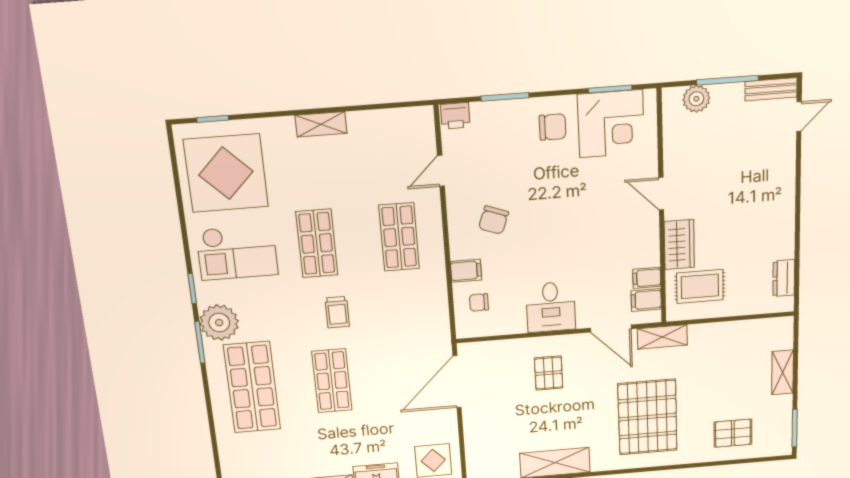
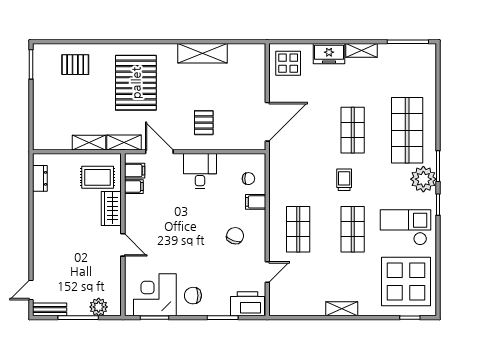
printer: (455, 116) -> (248, 304), width x1.87, depth x1.48
shelving: (782, 372) -> (89, 143), moved, turned 90

